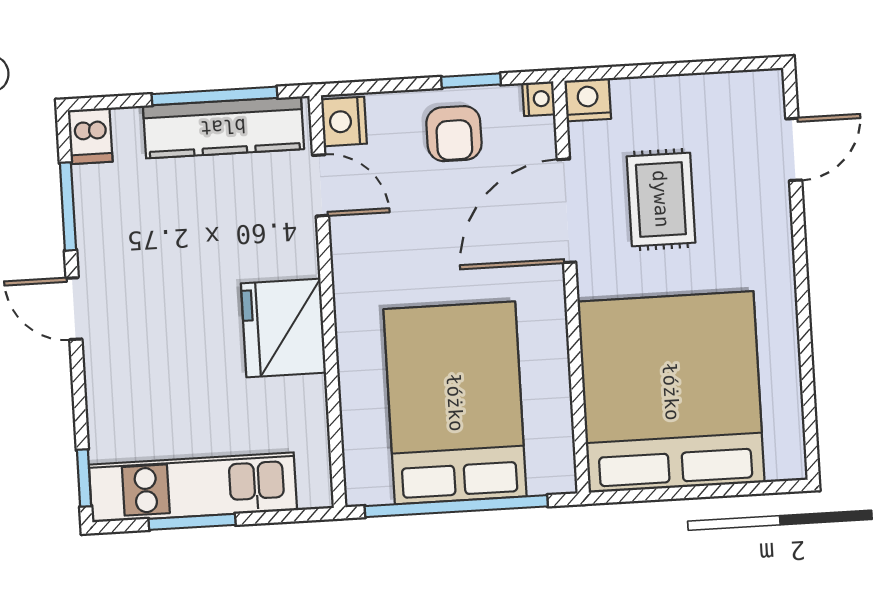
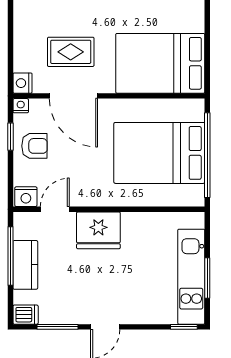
kitchen counter: (223, 127) -> (25, 265), width x0.67
fridge: (283, 328) -> (98, 230), moved
bed: (671, 392) -> (160, 63), width x0.73

